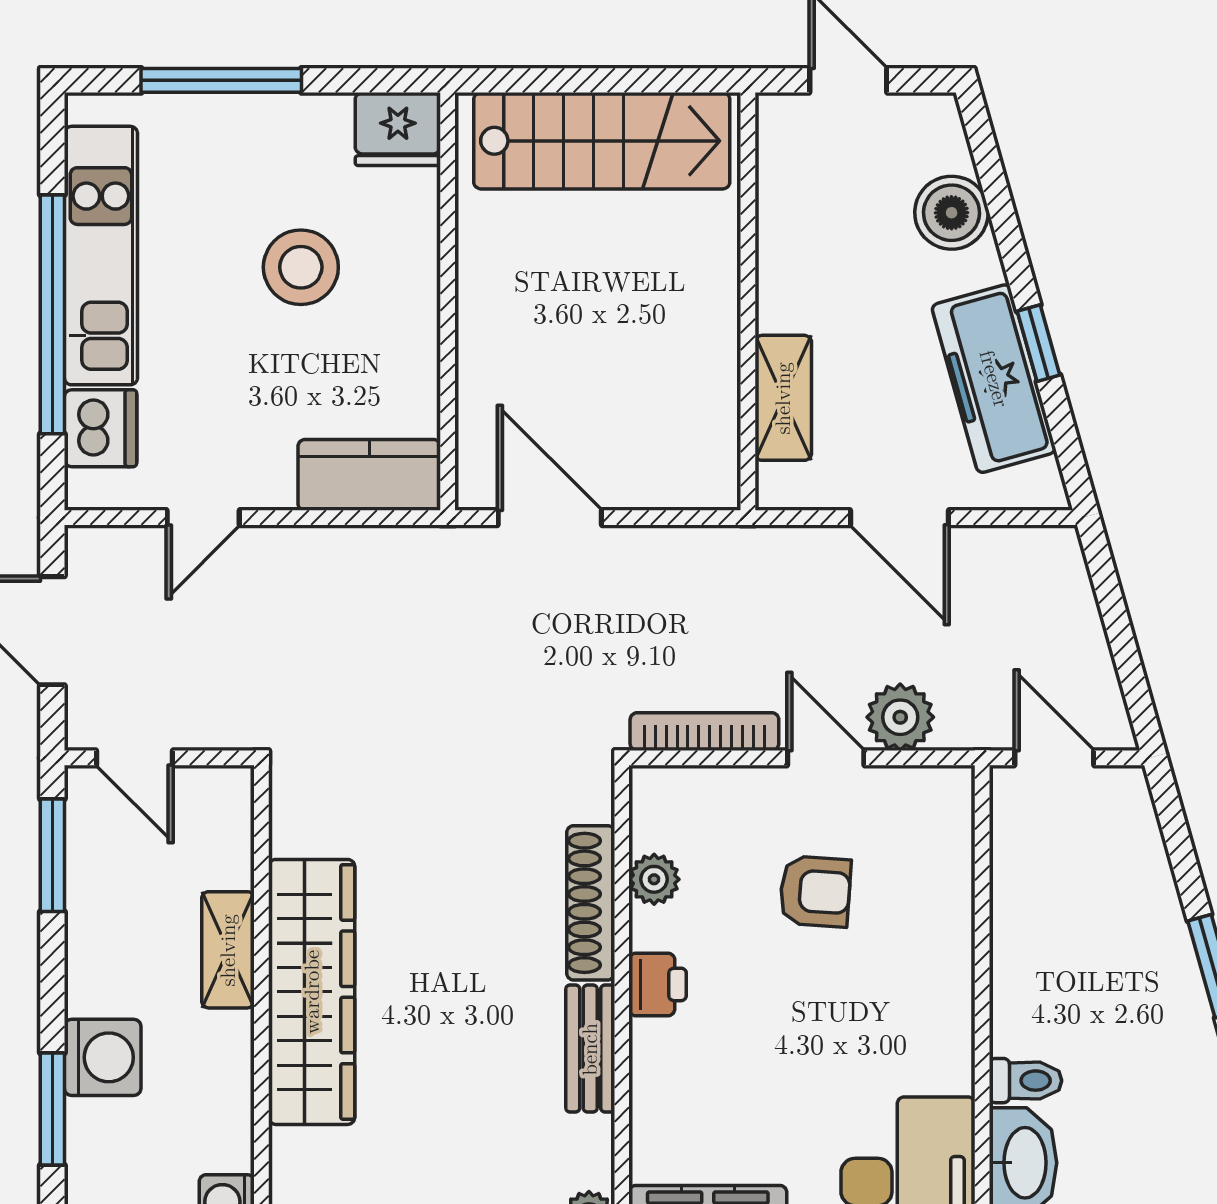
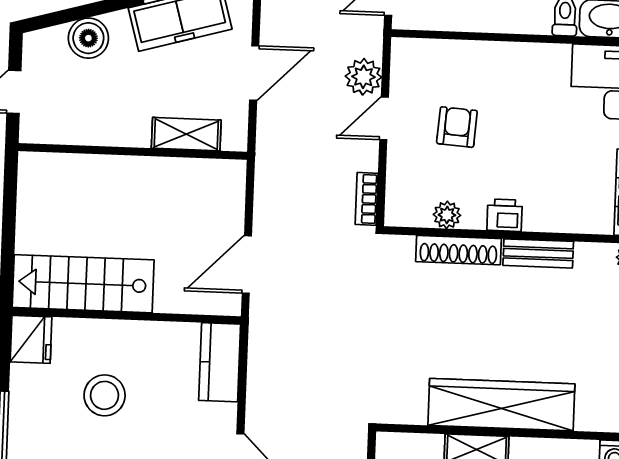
stairs: (602, 141) -> (83, 284), moved, turned -90
bookcase: (704, 732) -> (367, 199), width x0.64

